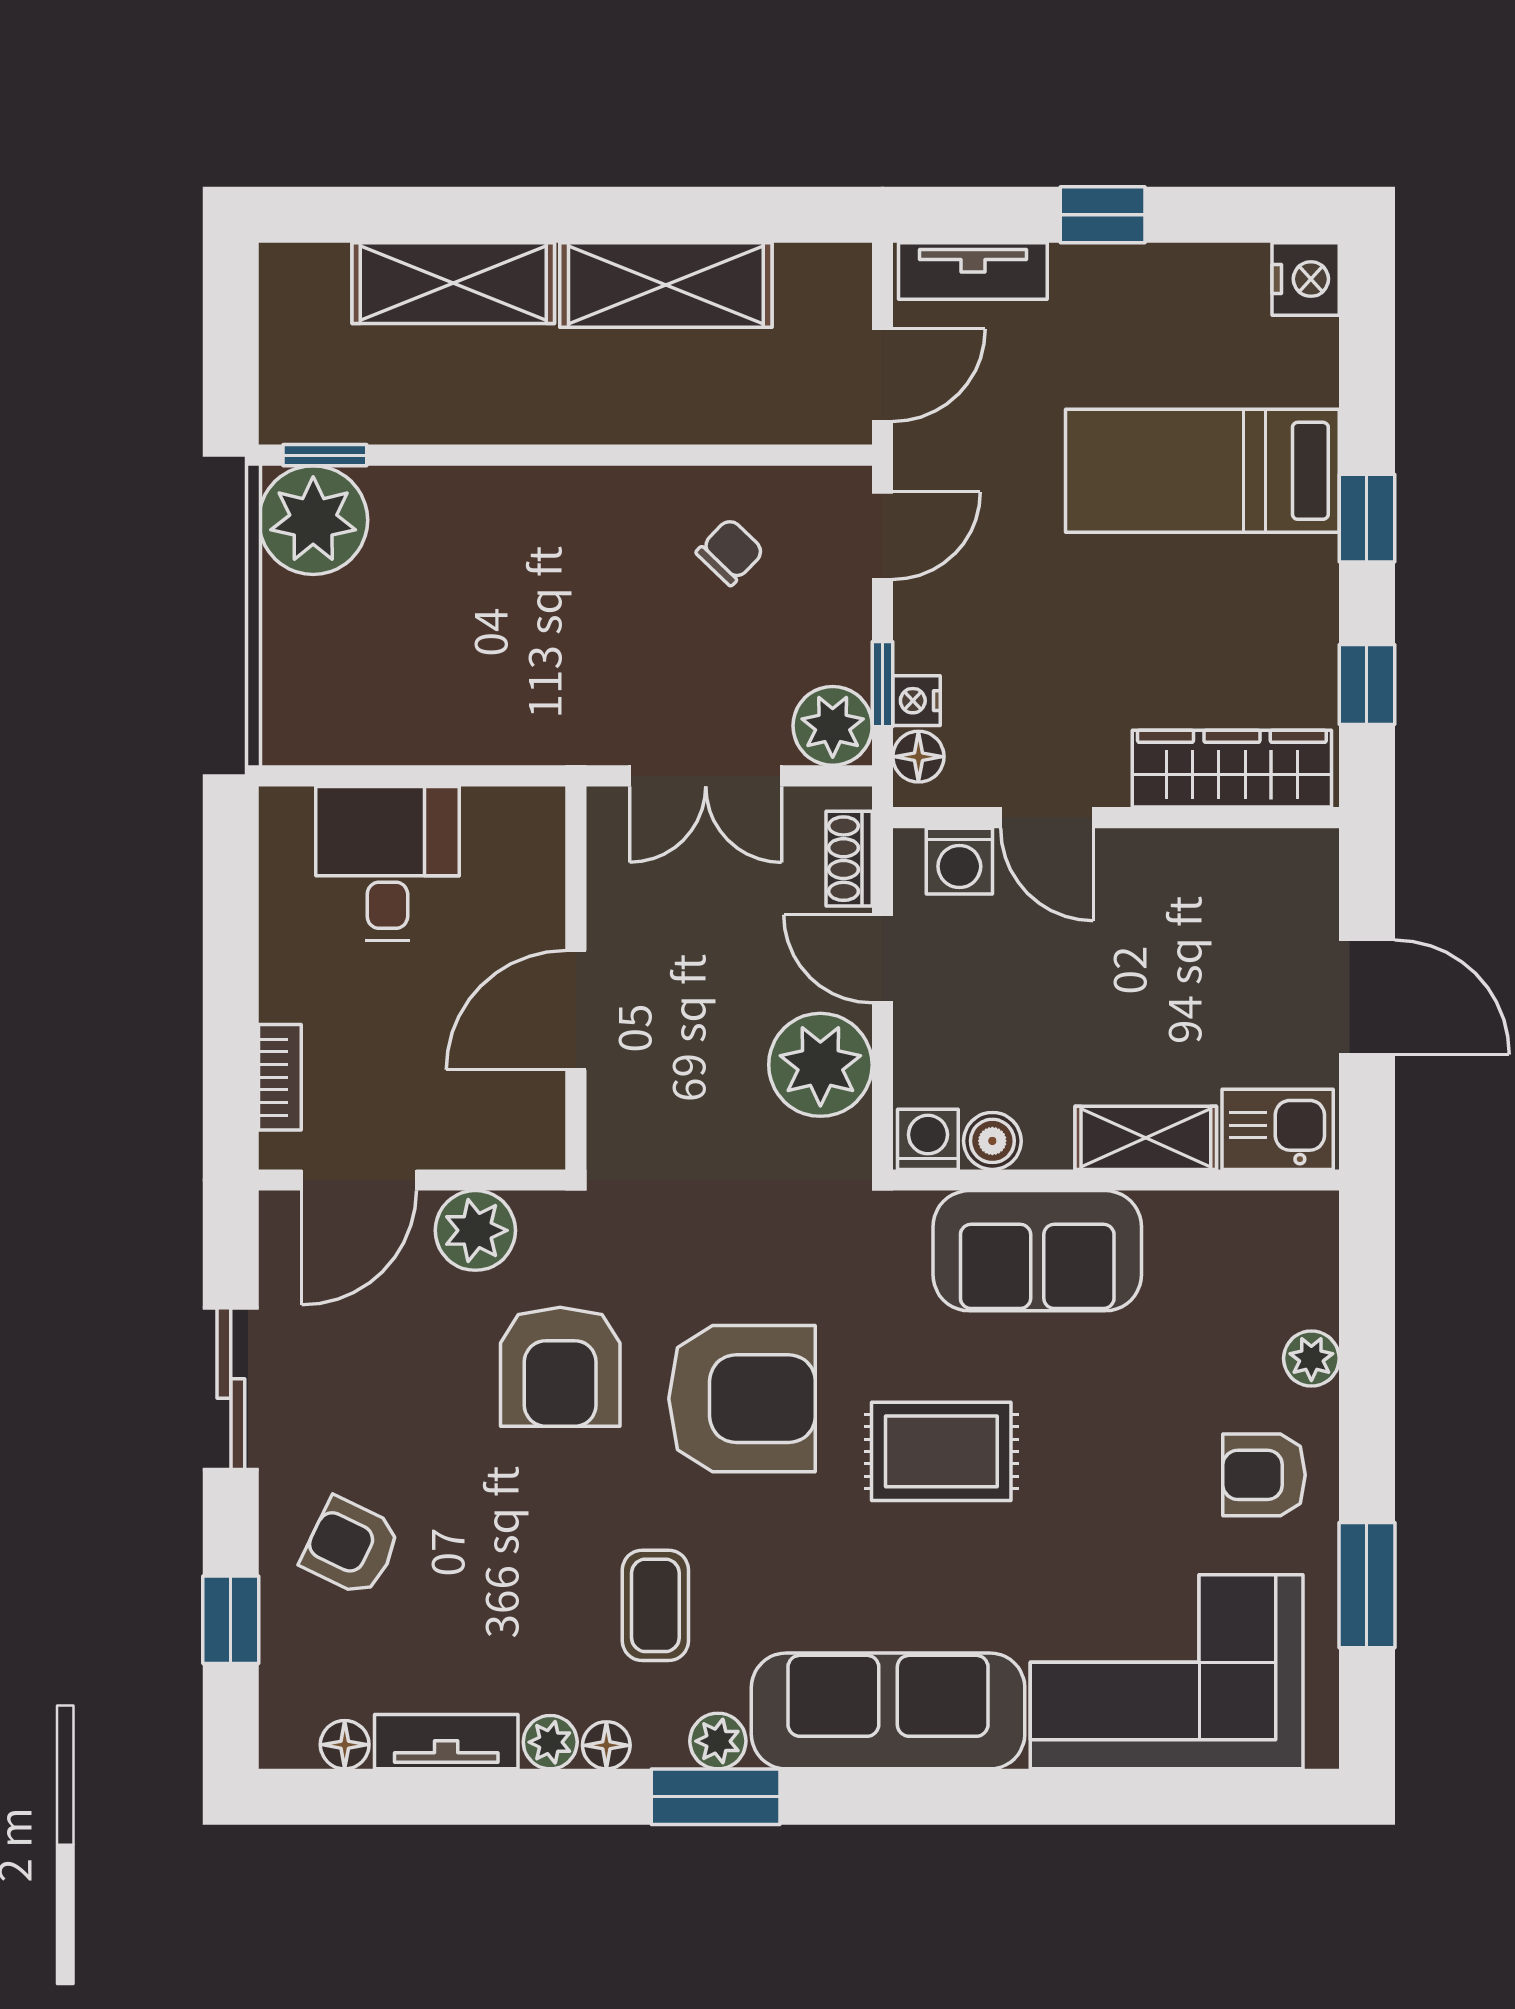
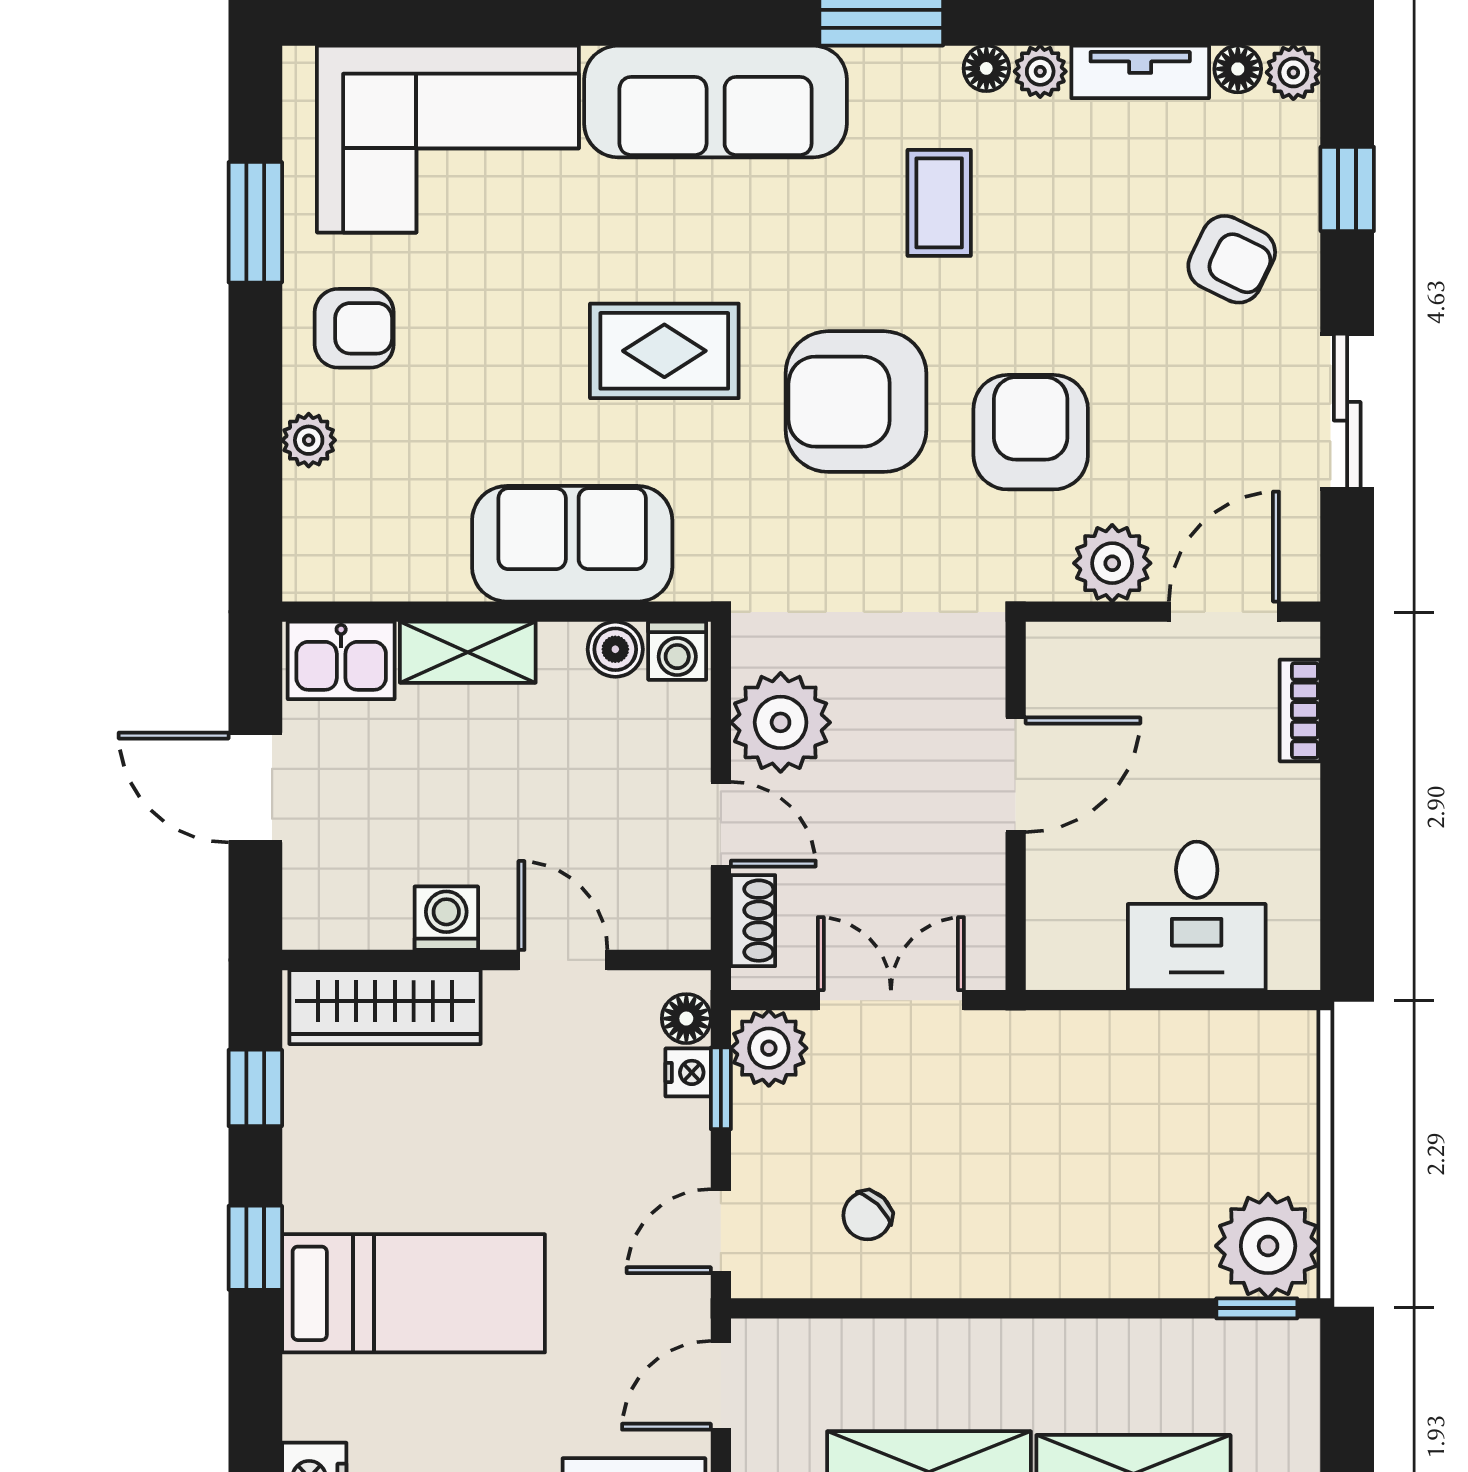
washing machine: (959, 861) -> (446, 918), moved
plant: (718, 1741) -> (1293, 72), moved

